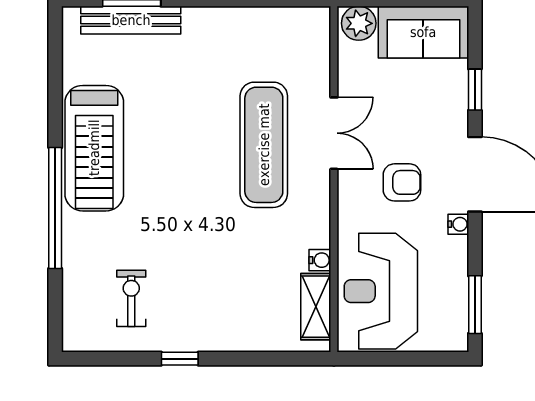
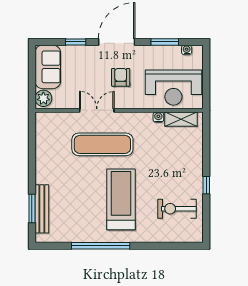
treadmill: (94, 148) -> (121, 199), moved, turned -90
window: (55, 208) -> (101, 246), moved
water cooler: (458, 224) -> (187, 50), moved
exercise bike: (131, 298) -> (177, 209), width x1.38, depth x1.39
window: (475, 305) -> (165, 42), moved

